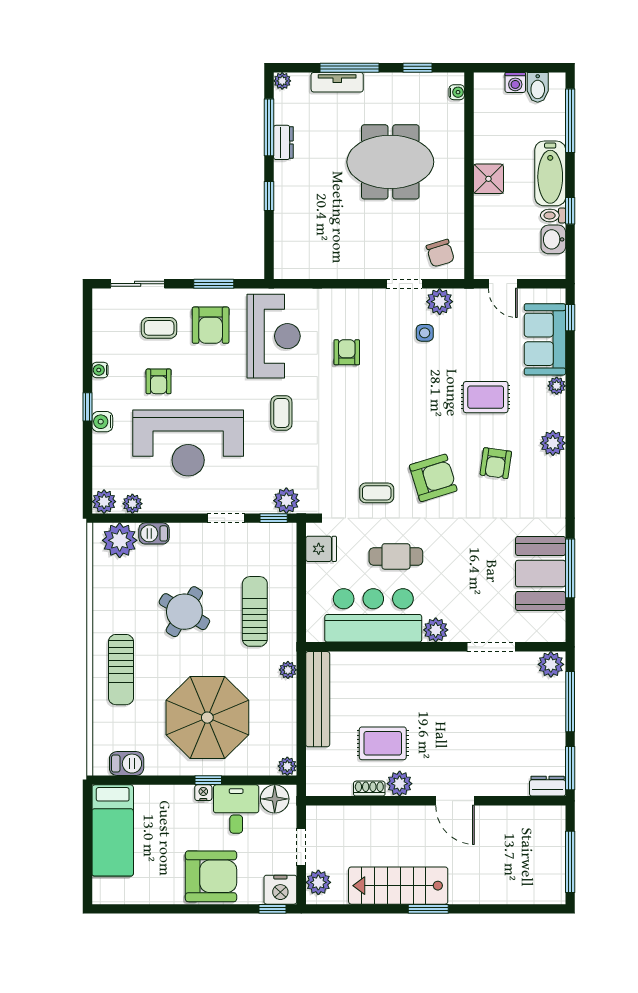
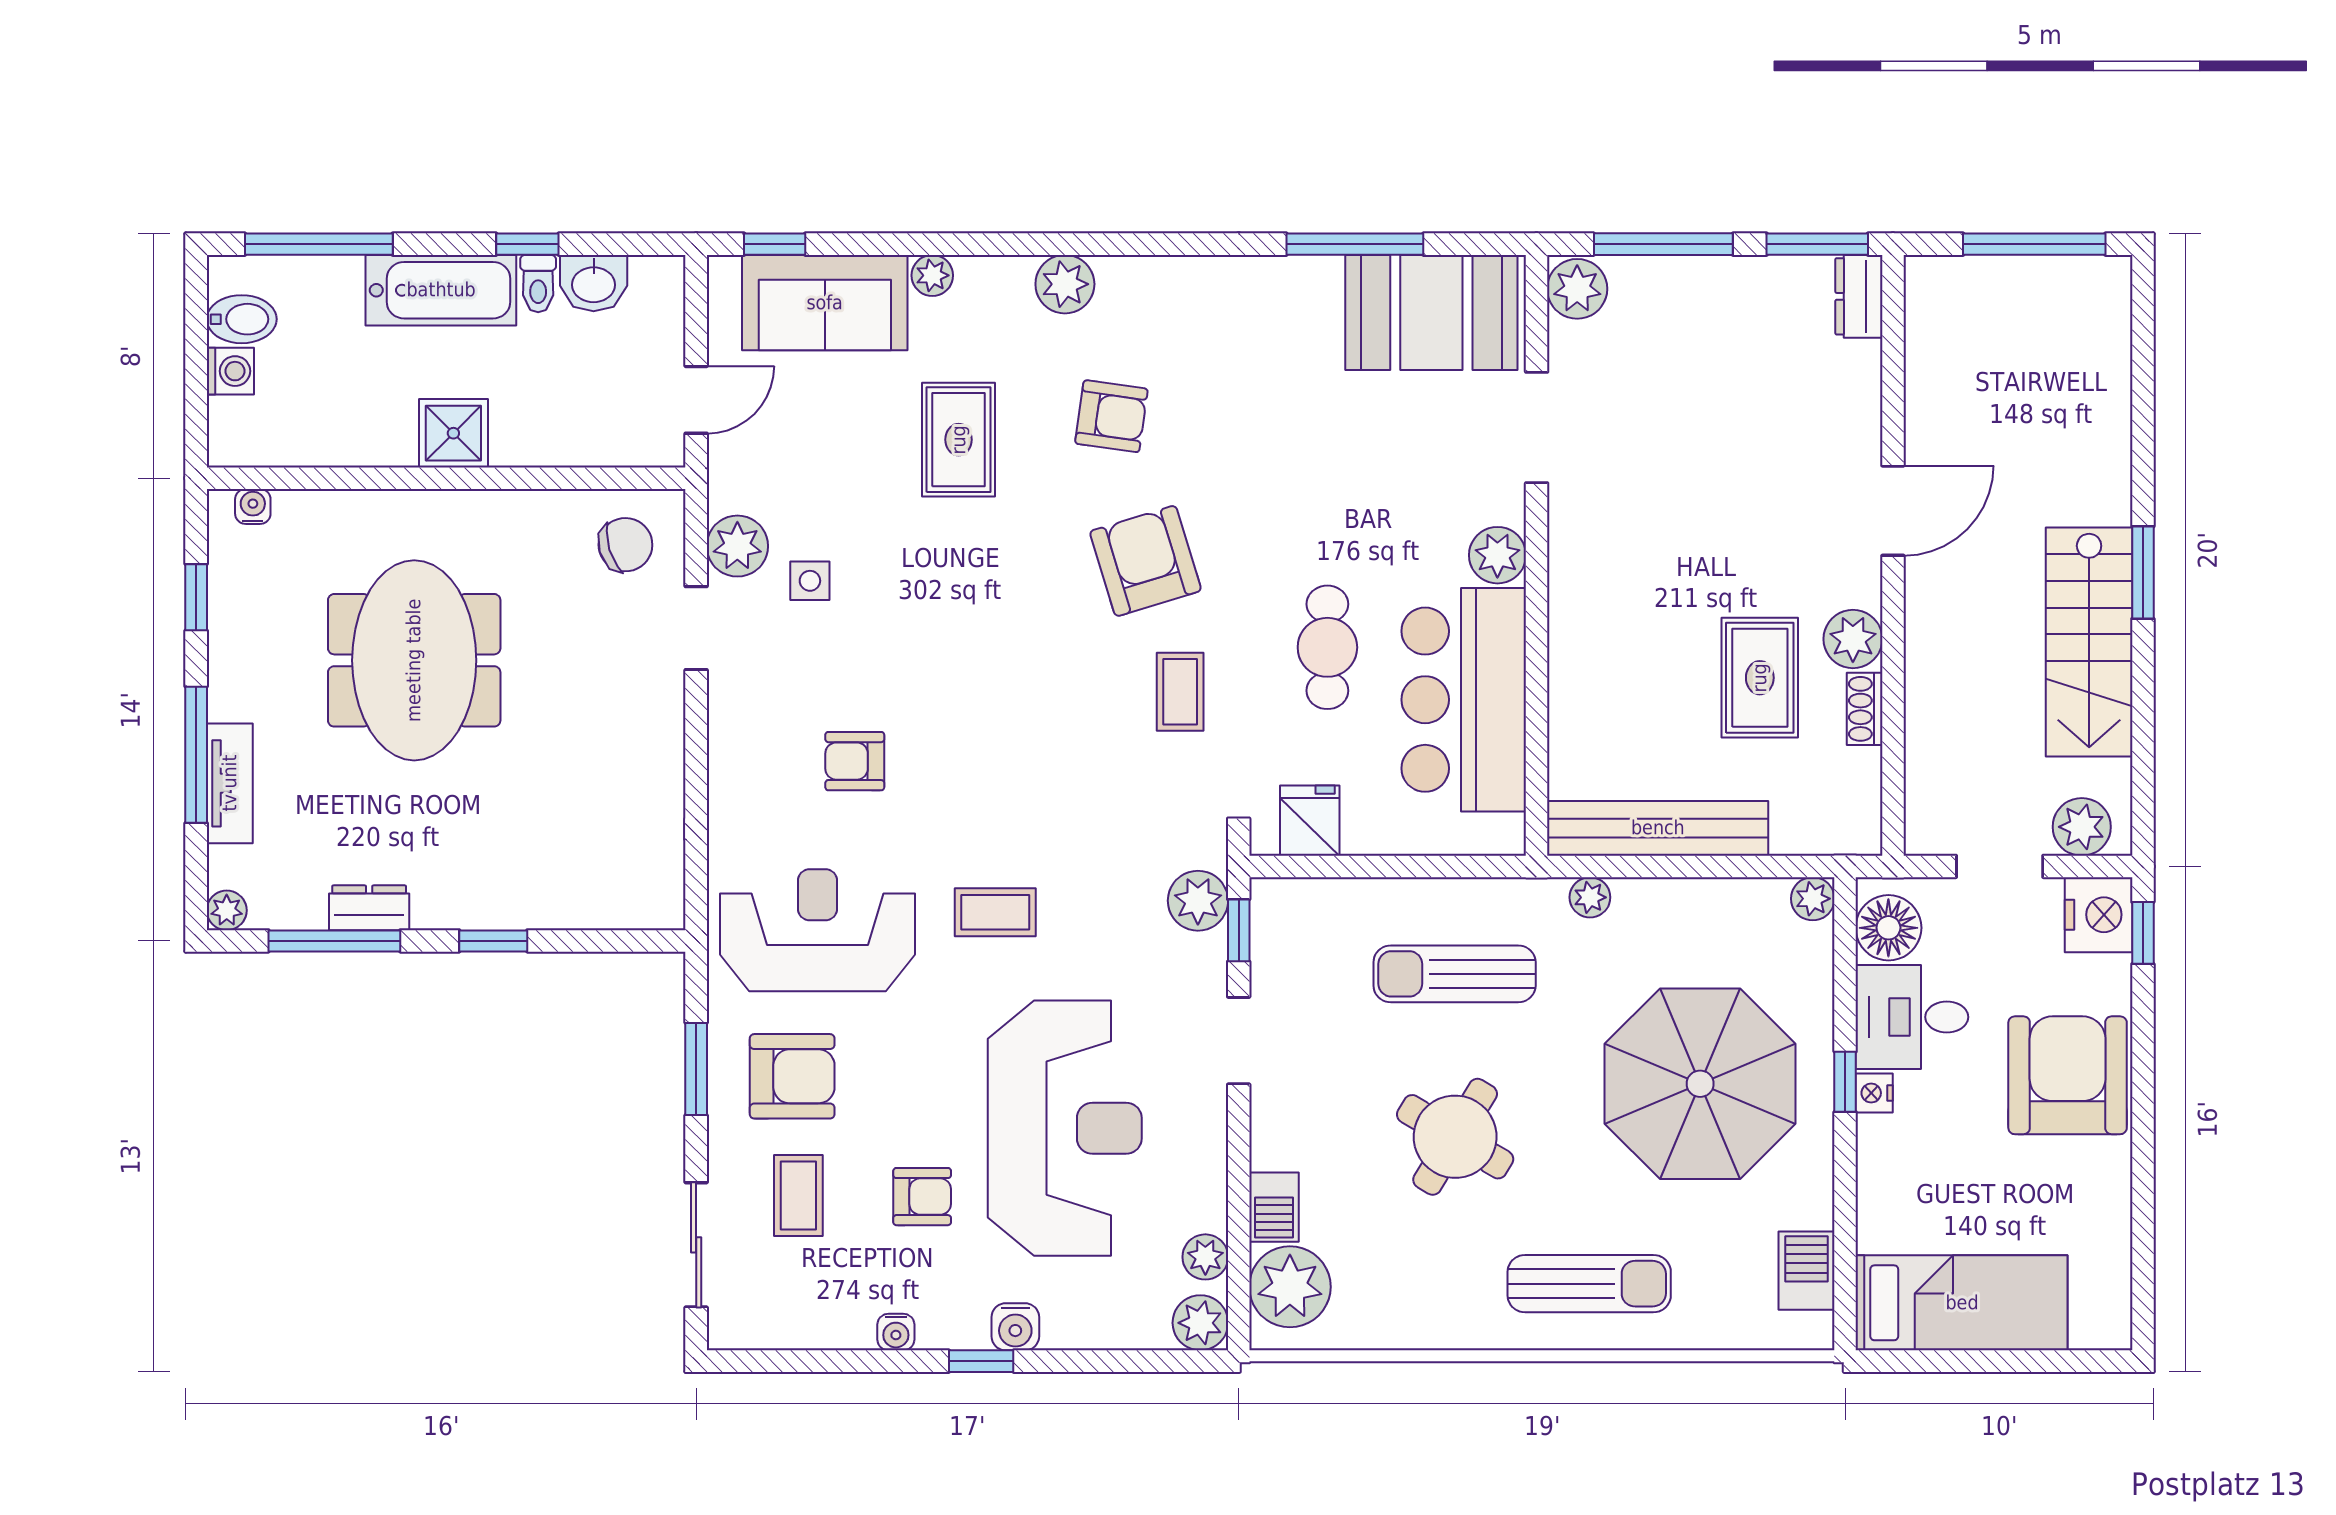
booth: (541, 574) -> (1431, 312), moved

